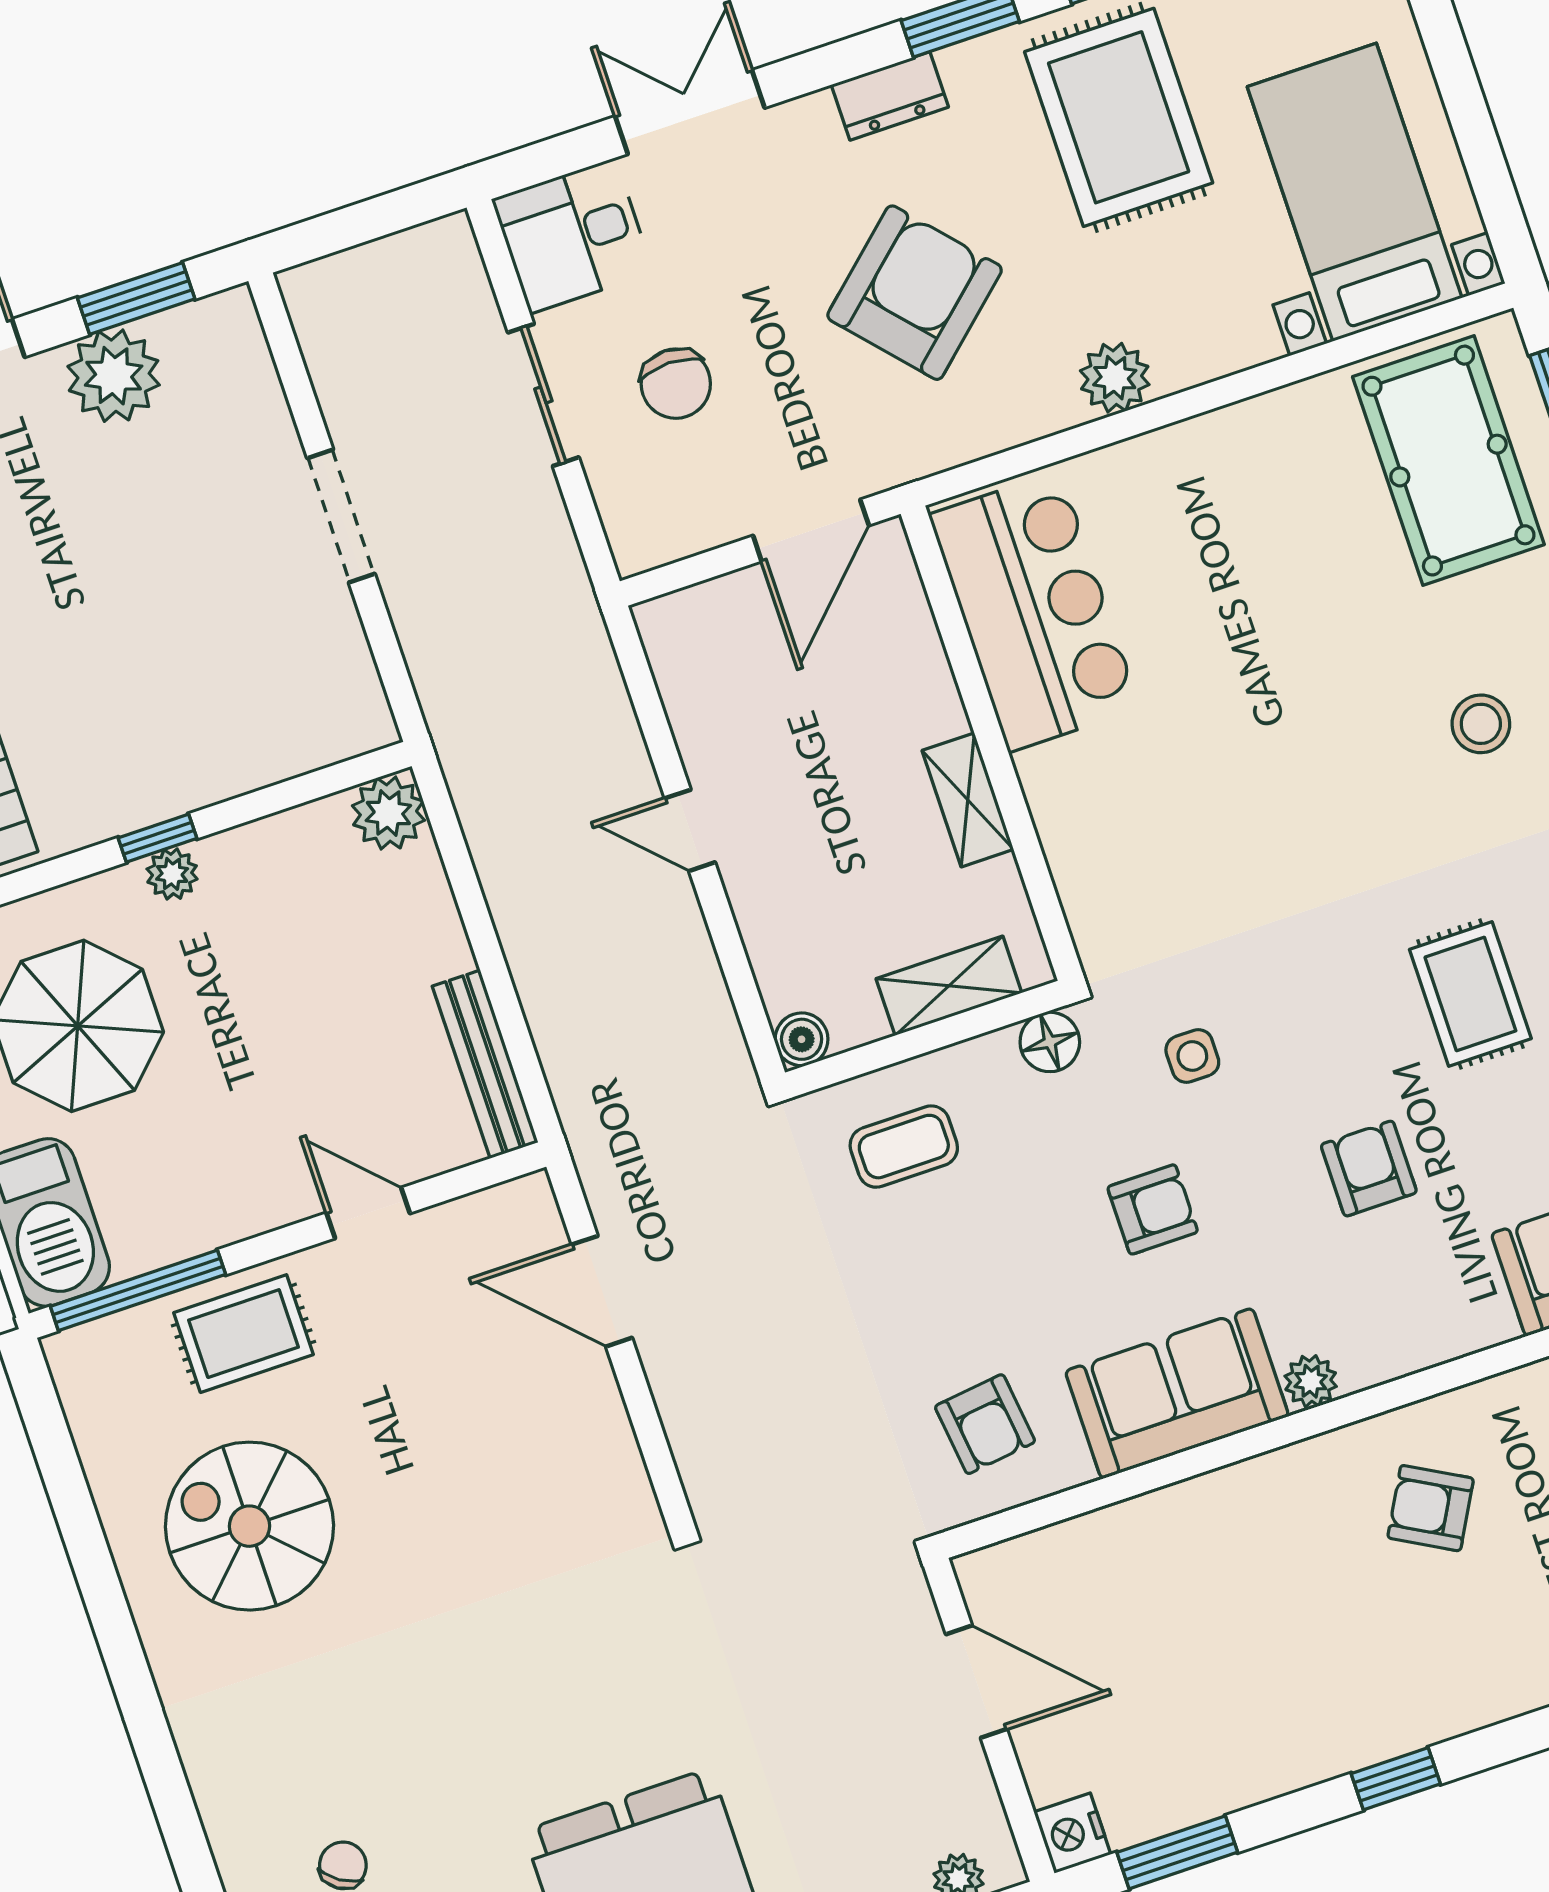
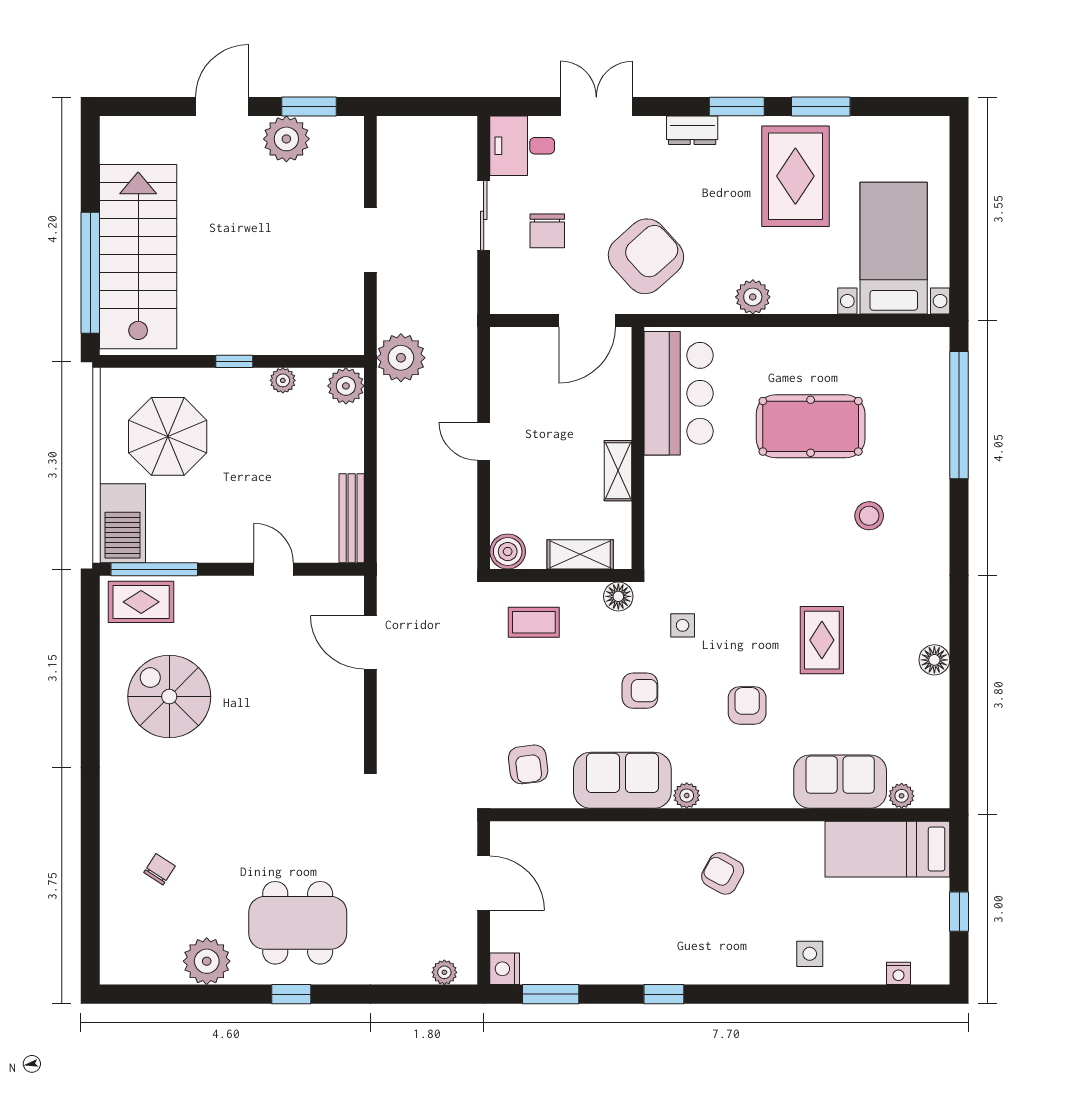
armchair: (915, 293) -> (646, 256), moved
pool table: (1448, 461) -> (811, 426), moved, turned 90
plant: (476, 723) -> (401, 358), added
plant: (172, 874) -> (283, 380), moved
boiler: (802, 1039) -> (508, 552), width x1.36, depth x1.36
rug: (244, 1334) -> (141, 602), moved

